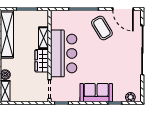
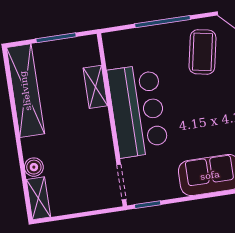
coffee table: (102, 28) -> (202, 52), turned 42
wardrobe: (42, 61) -> (99, 131), removed

